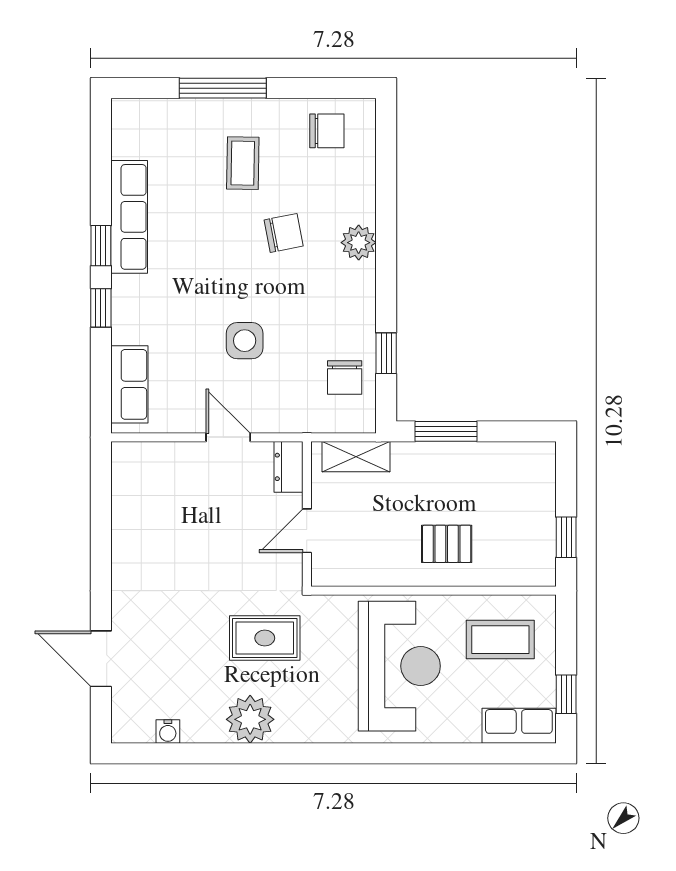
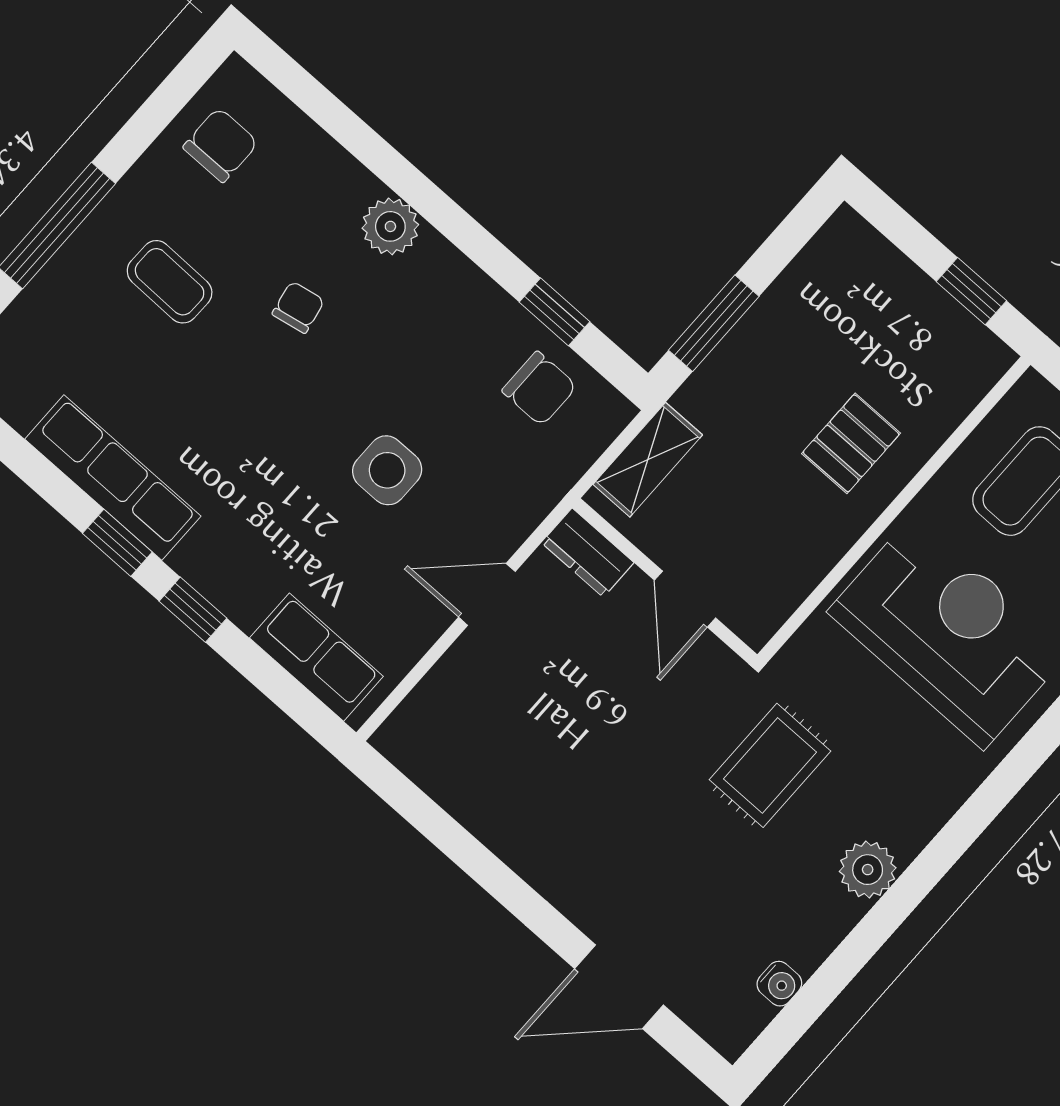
chair: (284, 233) -> (298, 307), width x0.73, depth x0.73
plant: (250, 719) -> (868, 870), width x0.73, depth x0.73

